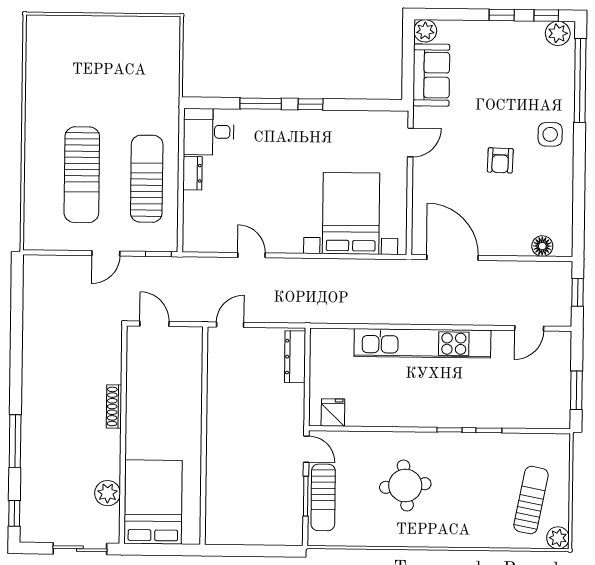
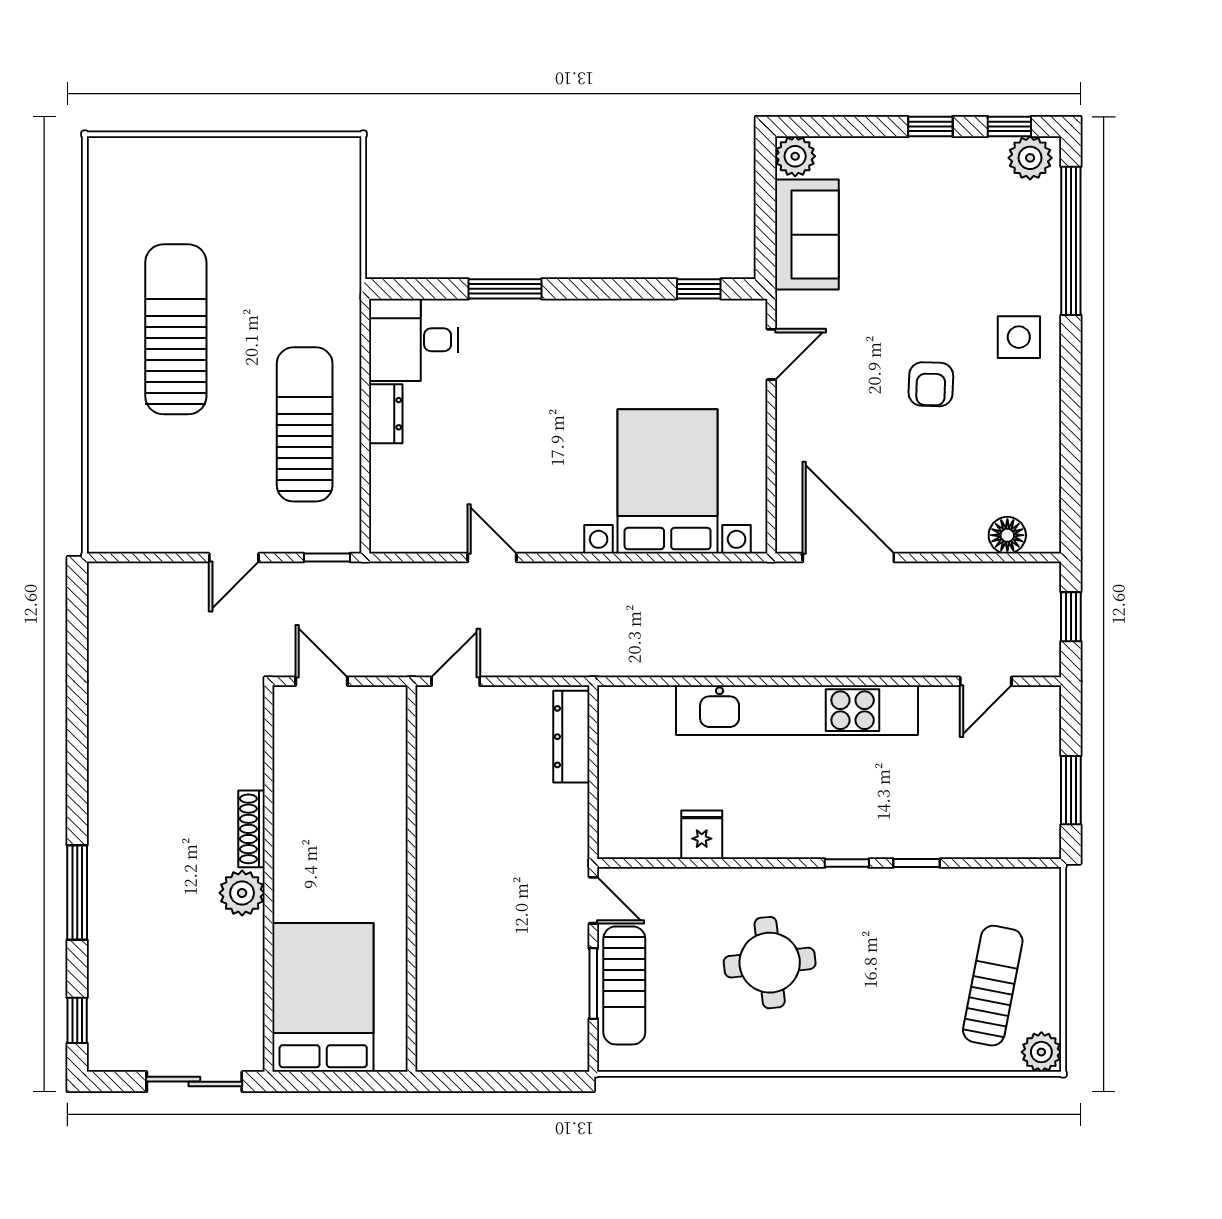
window: (311, 104) -> (699, 289), moved
sun lounger: (82, 175) -> (176, 329), moved, turned 180
fridge: (333, 413) -> (702, 835), moved
plant: (108, 493) -> (242, 893), moved

